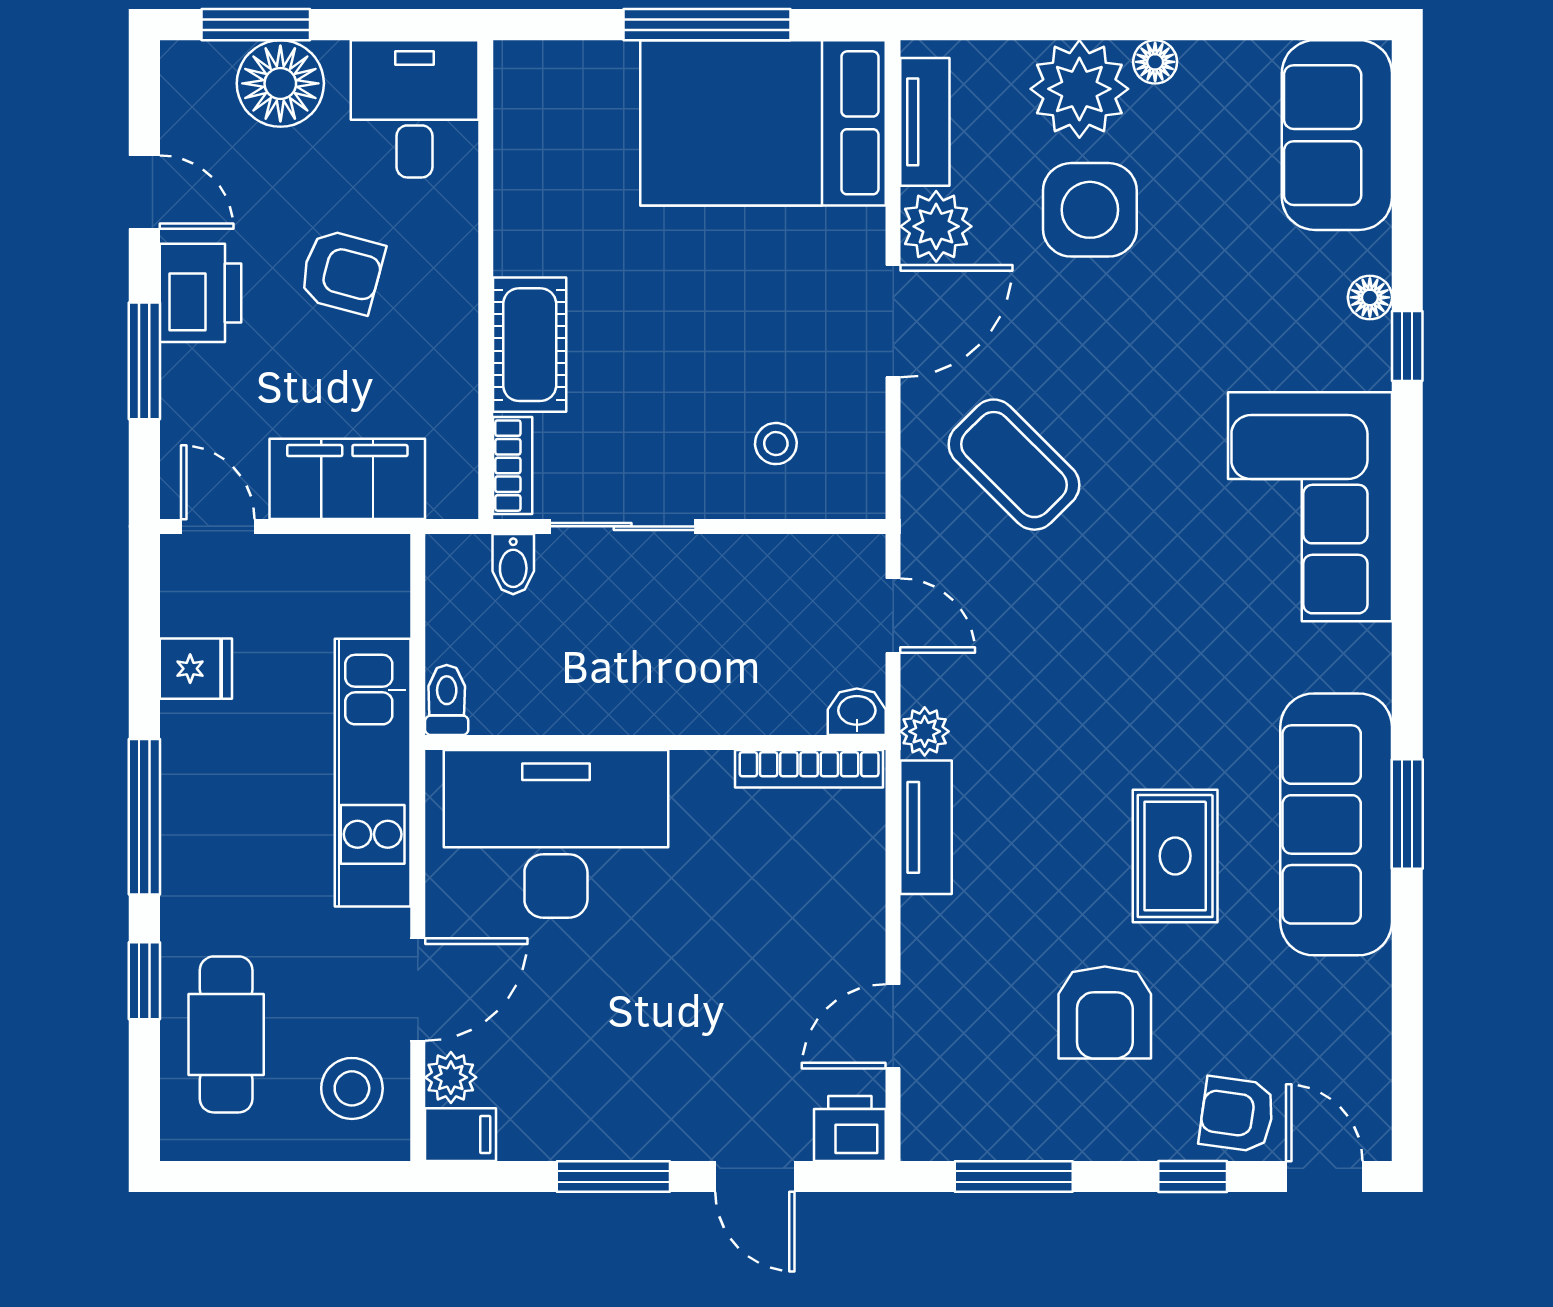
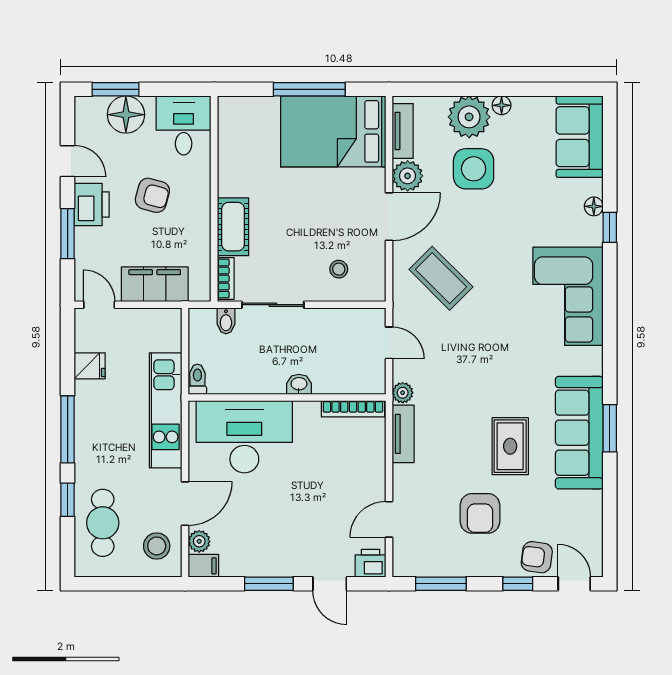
washbasin: (857, 712) -> (299, 384), moved

